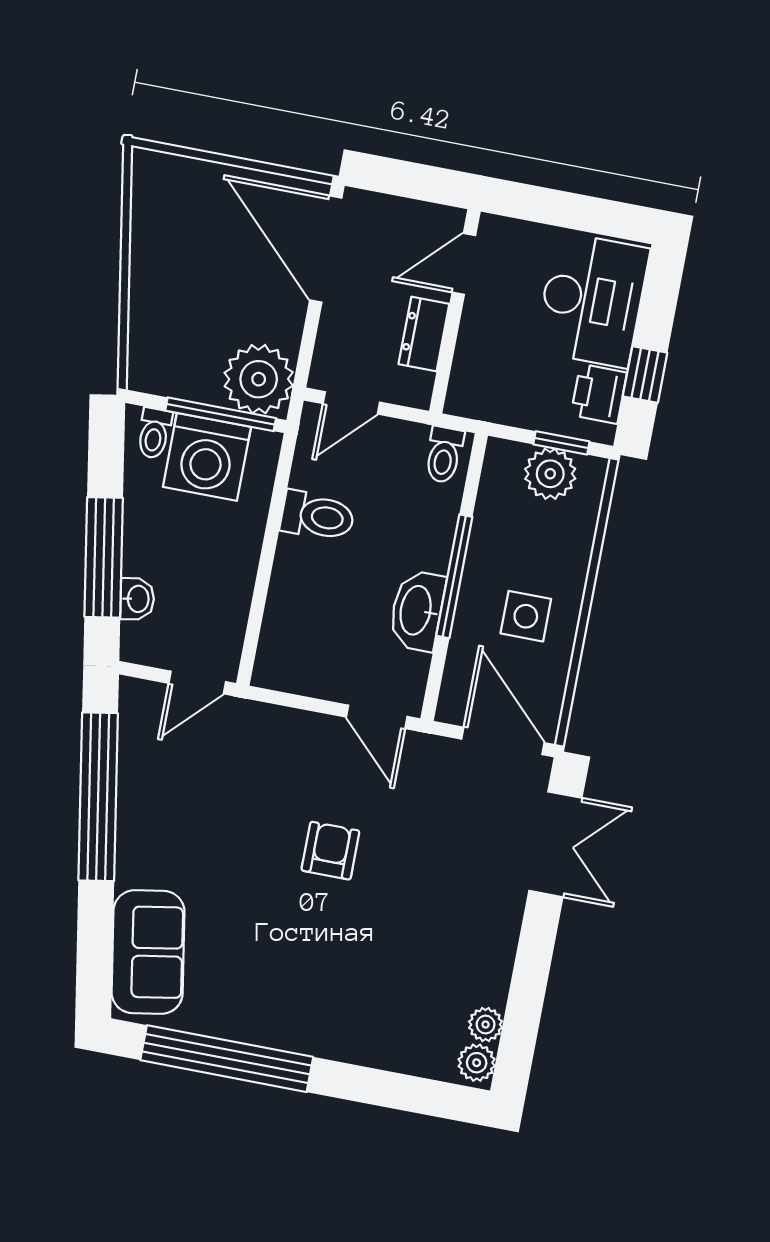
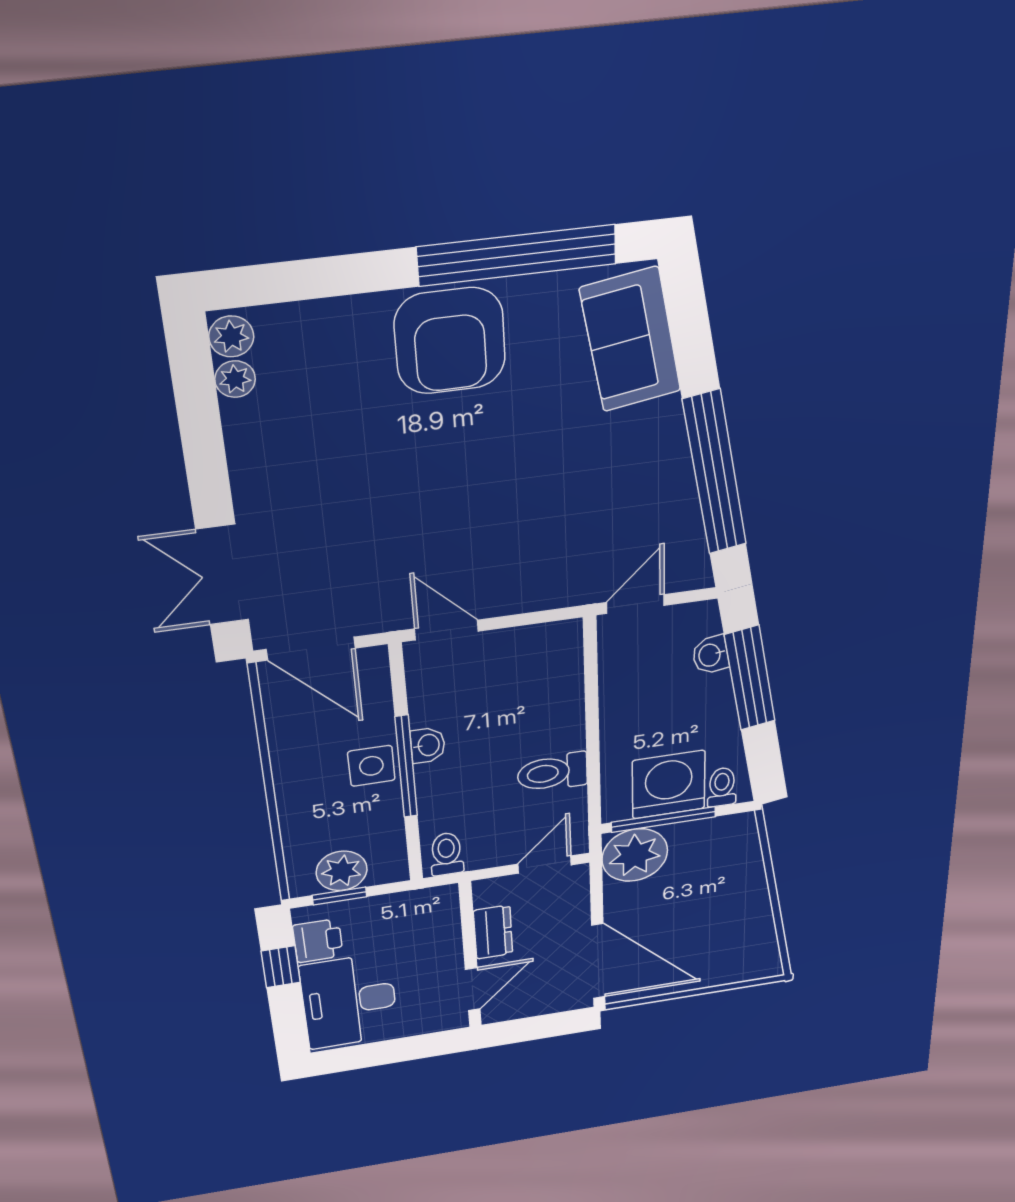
washbasin: (417, 611) -> (428, 745), width x0.52, depth x0.69
side table: (526, 616) -> (371, 766), moved
armchair: (330, 851) -> (450, 341), moved, width x1.88, depth x1.88

